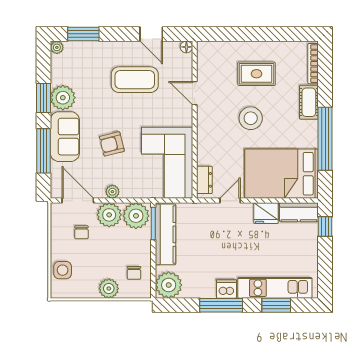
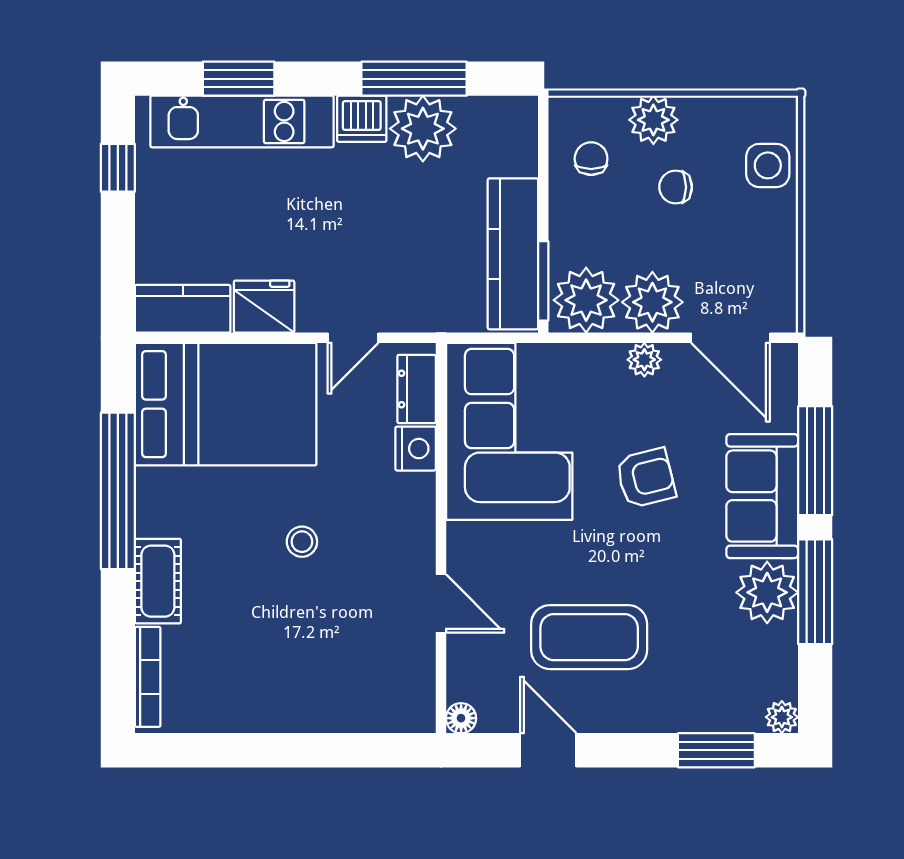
rug: (256, 74) -> (288, 652), removed
window: (43, 98) -> (815, 592), width x1.44
stool: (251, 118) -> (302, 542), width x0.53, depth x0.53
nightstand: (205, 156) -> (416, 449), added
window: (325, 227) -> (118, 168), moved
chair: (81, 232) -> (676, 187), moved, turned -90
plant: (169, 285) -> (423, 129), moved
window: (221, 305) -> (414, 79), moved

